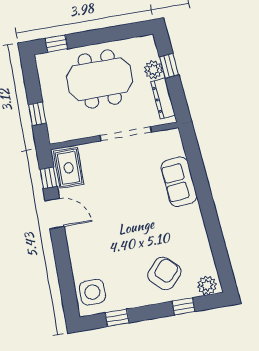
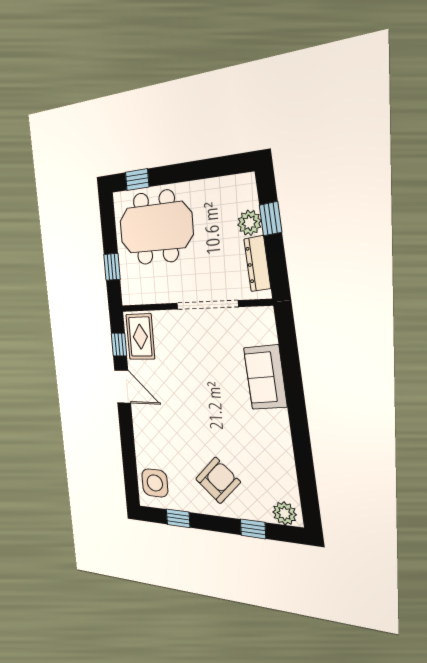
meeting table: (100, 79) -> (156, 228), moved
armchair: (164, 273) -> (218, 480), moved

